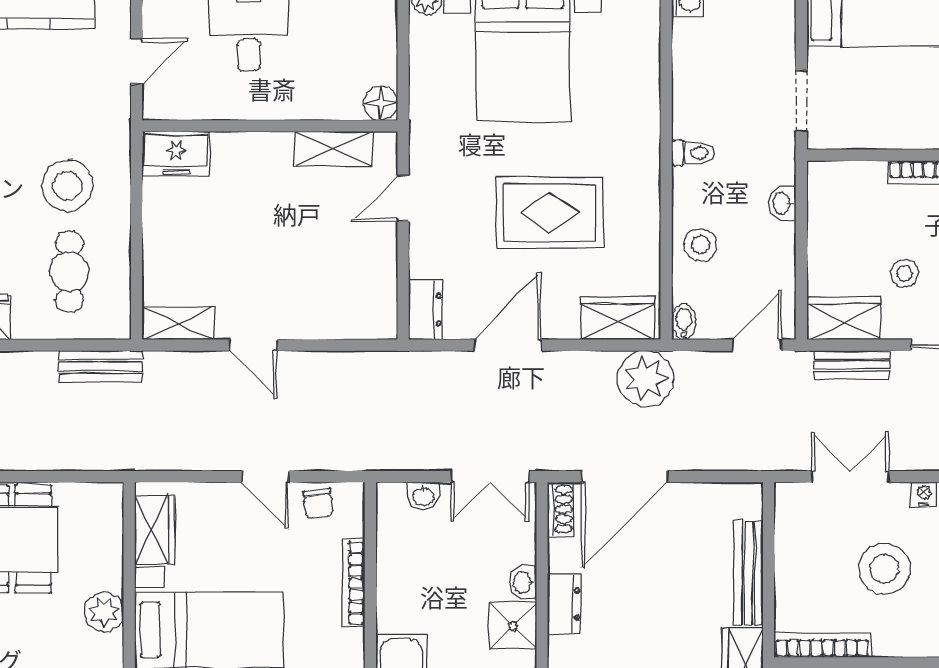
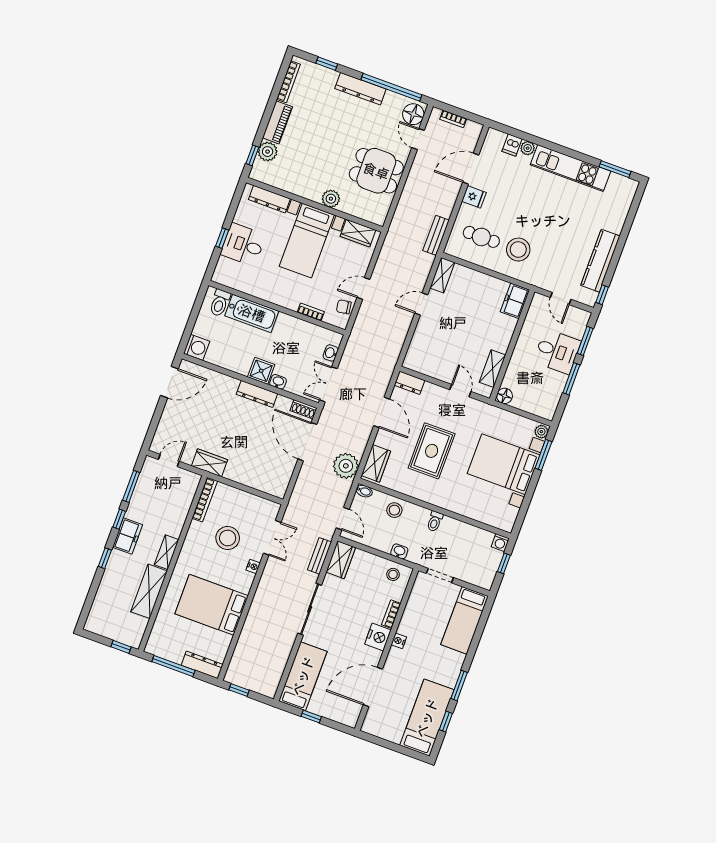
stool: (905, 273) -> (393, 574), moved
bench: (748, 573) -> (247, 479), removed
bookcase: (354, 583) -> (311, 312), width x0.64
dresser: (564, 604) -> (257, 394), width x1.44

